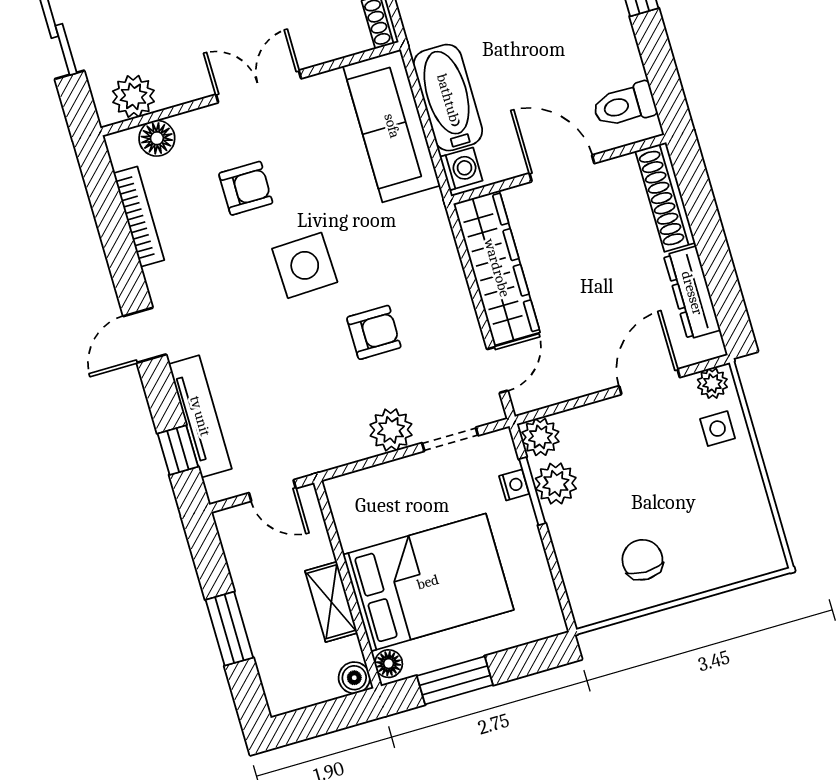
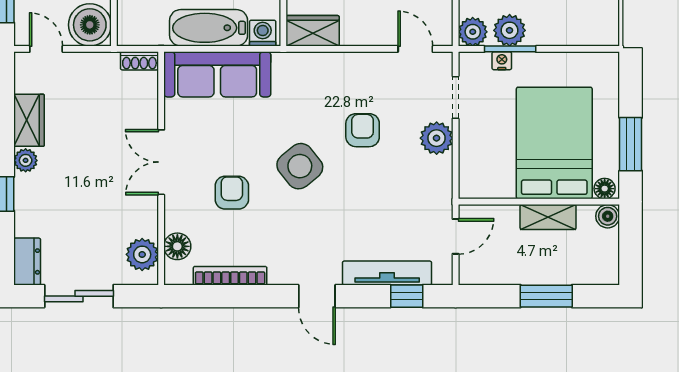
side table: (305, 265) -> (300, 166), turned -37
wardrobe: (497, 268) -> (313, 31), width x0.48, depth x0.85

